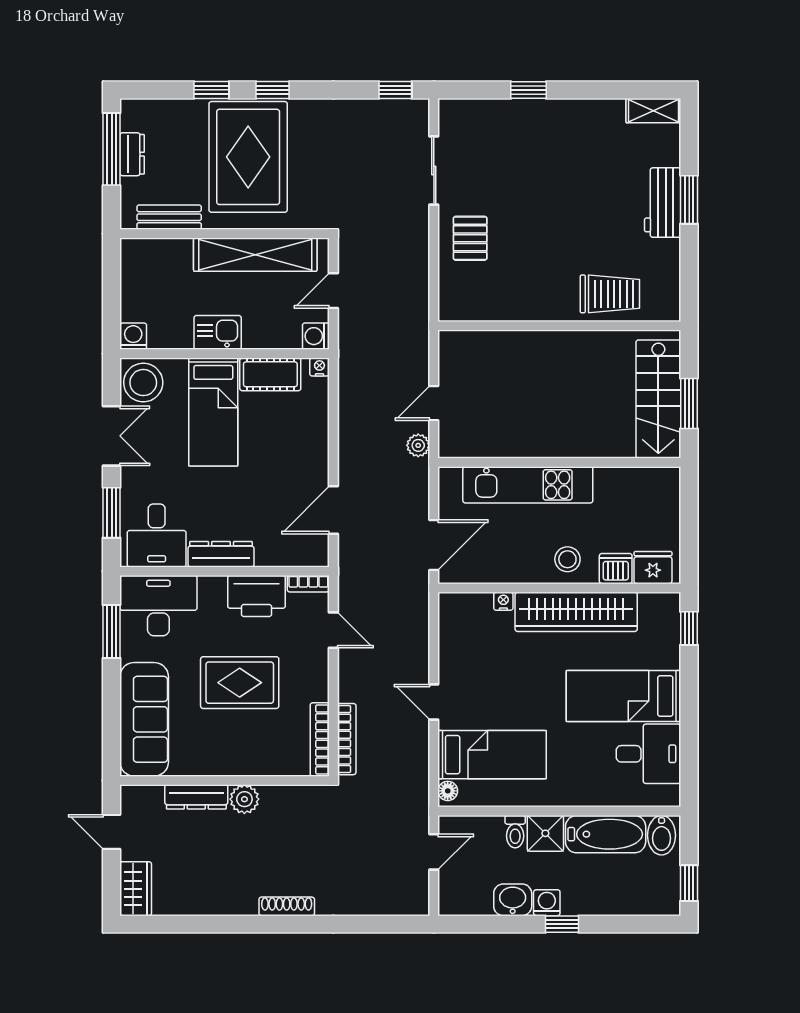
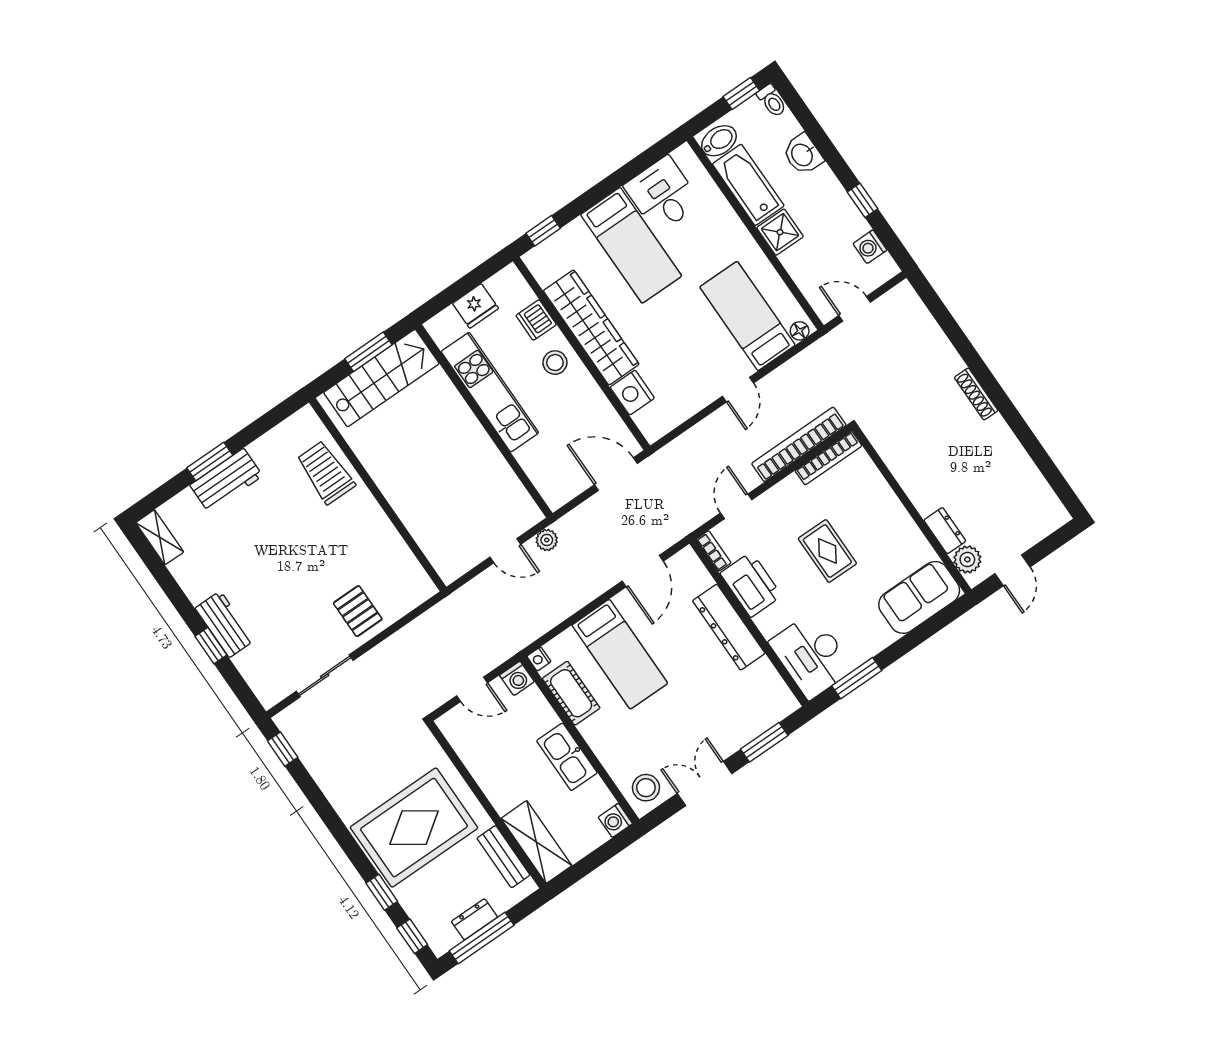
window: (273, 90) -> (412, 936), moved
workbench: (539, 115) -> (225, 624), added
pallet: (470, 238) -> (358, 611), turned 90
shelving: (255, 255) -> (536, 842), moved, width x0.68
kitchen sink: (218, 332) -> (567, 757), width x1.38
stool: (143, 383) -> (646, 788), width x0.73, depth x0.73
bed: (213, 412) -> (620, 654), moved, turned 90
kitchen unit: (528, 485) -> (490, 392), moved
door: (333, 510) -> (643, 571), hinge flipped
desk: (157, 535) -> (758, 695), removed
dresser: (221, 554) -> (729, 627), width x1.37, depth x1.24
fridge: (653, 568) -> (475, 306), moved, turned -90
nightstand: (503, 601) -> (632, 393), width x1.89, depth x1.79
rug: (240, 683) -> (827, 551), width x0.73, depth x0.70
sofa: (144, 719) -> (919, 597), width x0.73
bookcase: (347, 739) -> (799, 444), width x1.48, depth x1.31
dresser: (196, 797) -> (945, 531), width x0.70
plant: (244, 799) -> (967, 559), moved
toilet: (515, 832) -> (772, 101), moved, turned 90
wardrobe: (136, 889) -> (1044, 521), removed
washbasin: (513, 900) -> (803, 154), moved
washing machine: (547, 903) -> (870, 247), moved
window: (562, 924) -> (862, 200), moved

